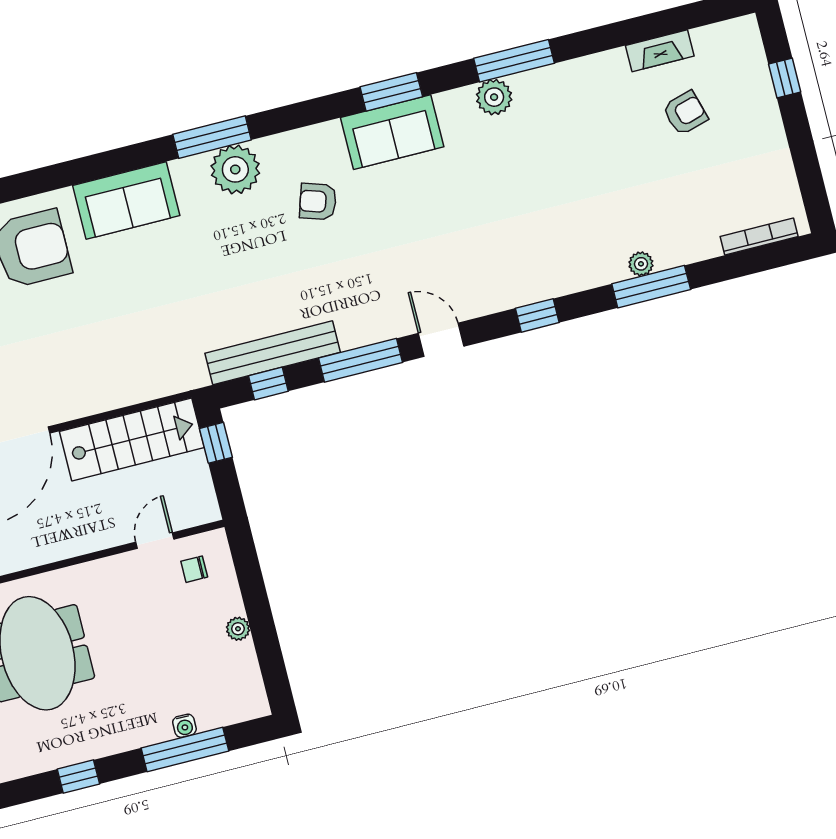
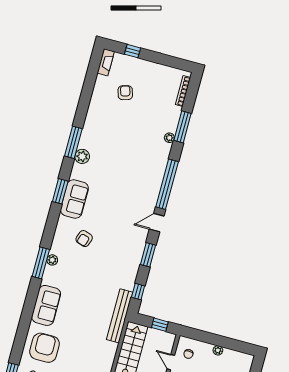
fireplace: (660, 51) -> (106, 62), moved
plant: (235, 169) -> (52, 260), width x0.53, depth x0.53
window: (651, 287) -> (183, 127), moved
window: (537, 315) -> (167, 184), width x3.17
bench: (273, 353) -> (120, 316), moved
window: (360, 360) -> (148, 255), width x0.69
window: (216, 443) -> (160, 325), moved

